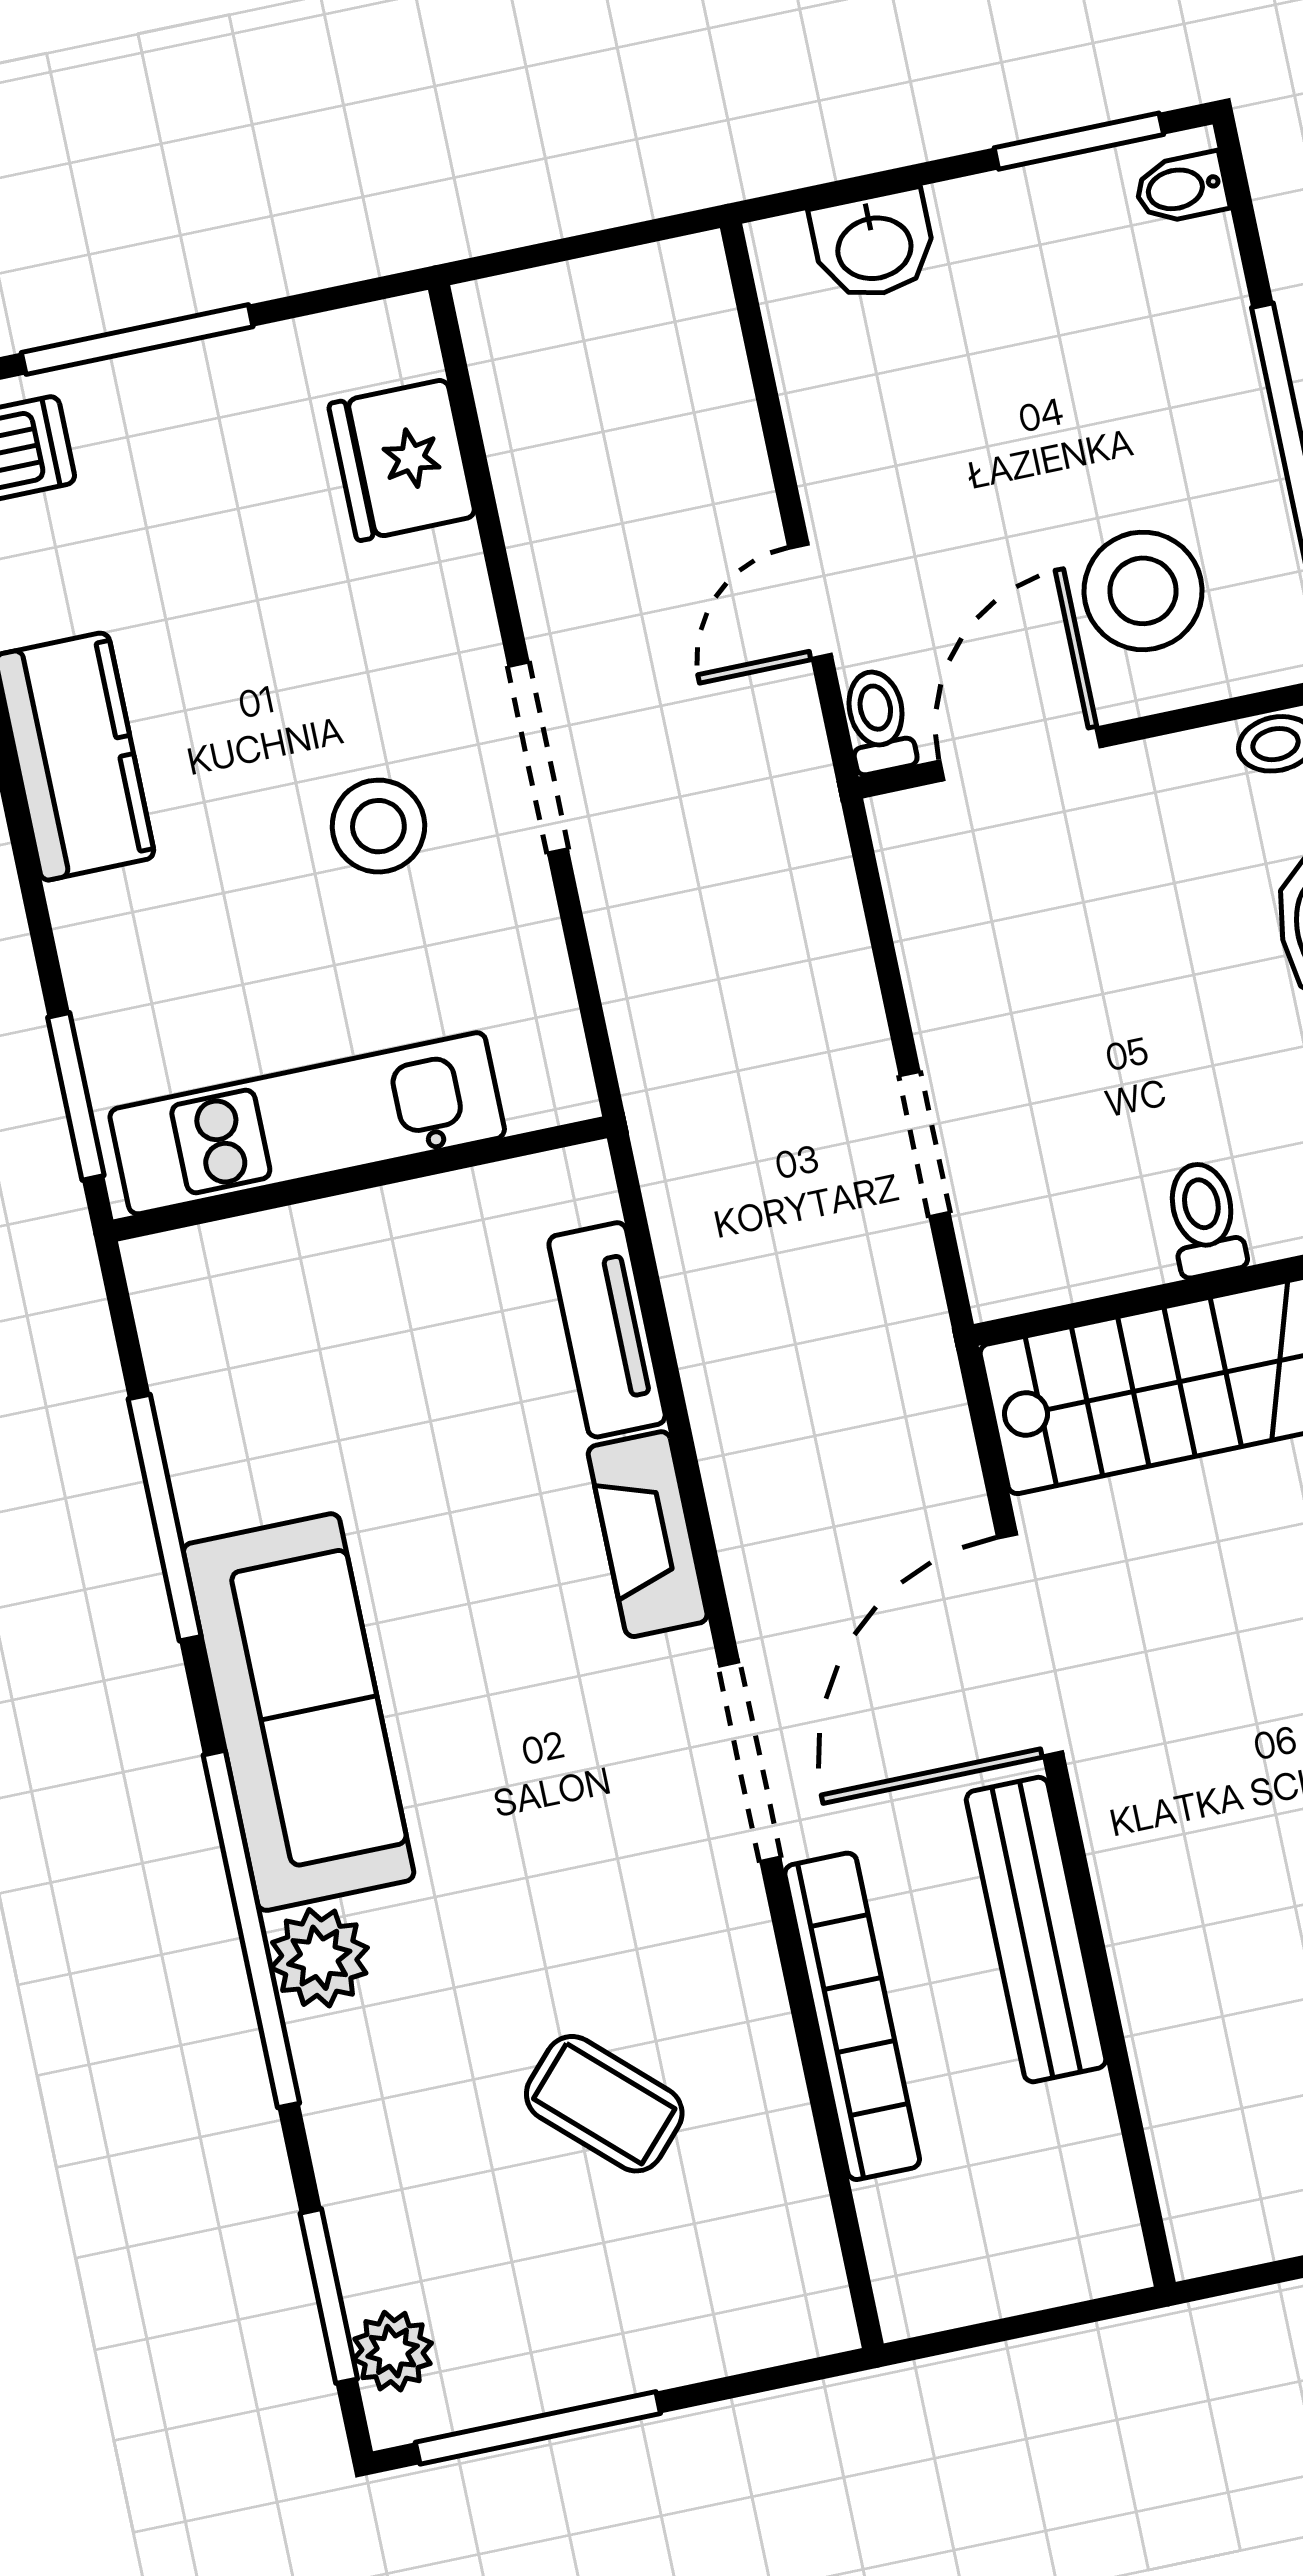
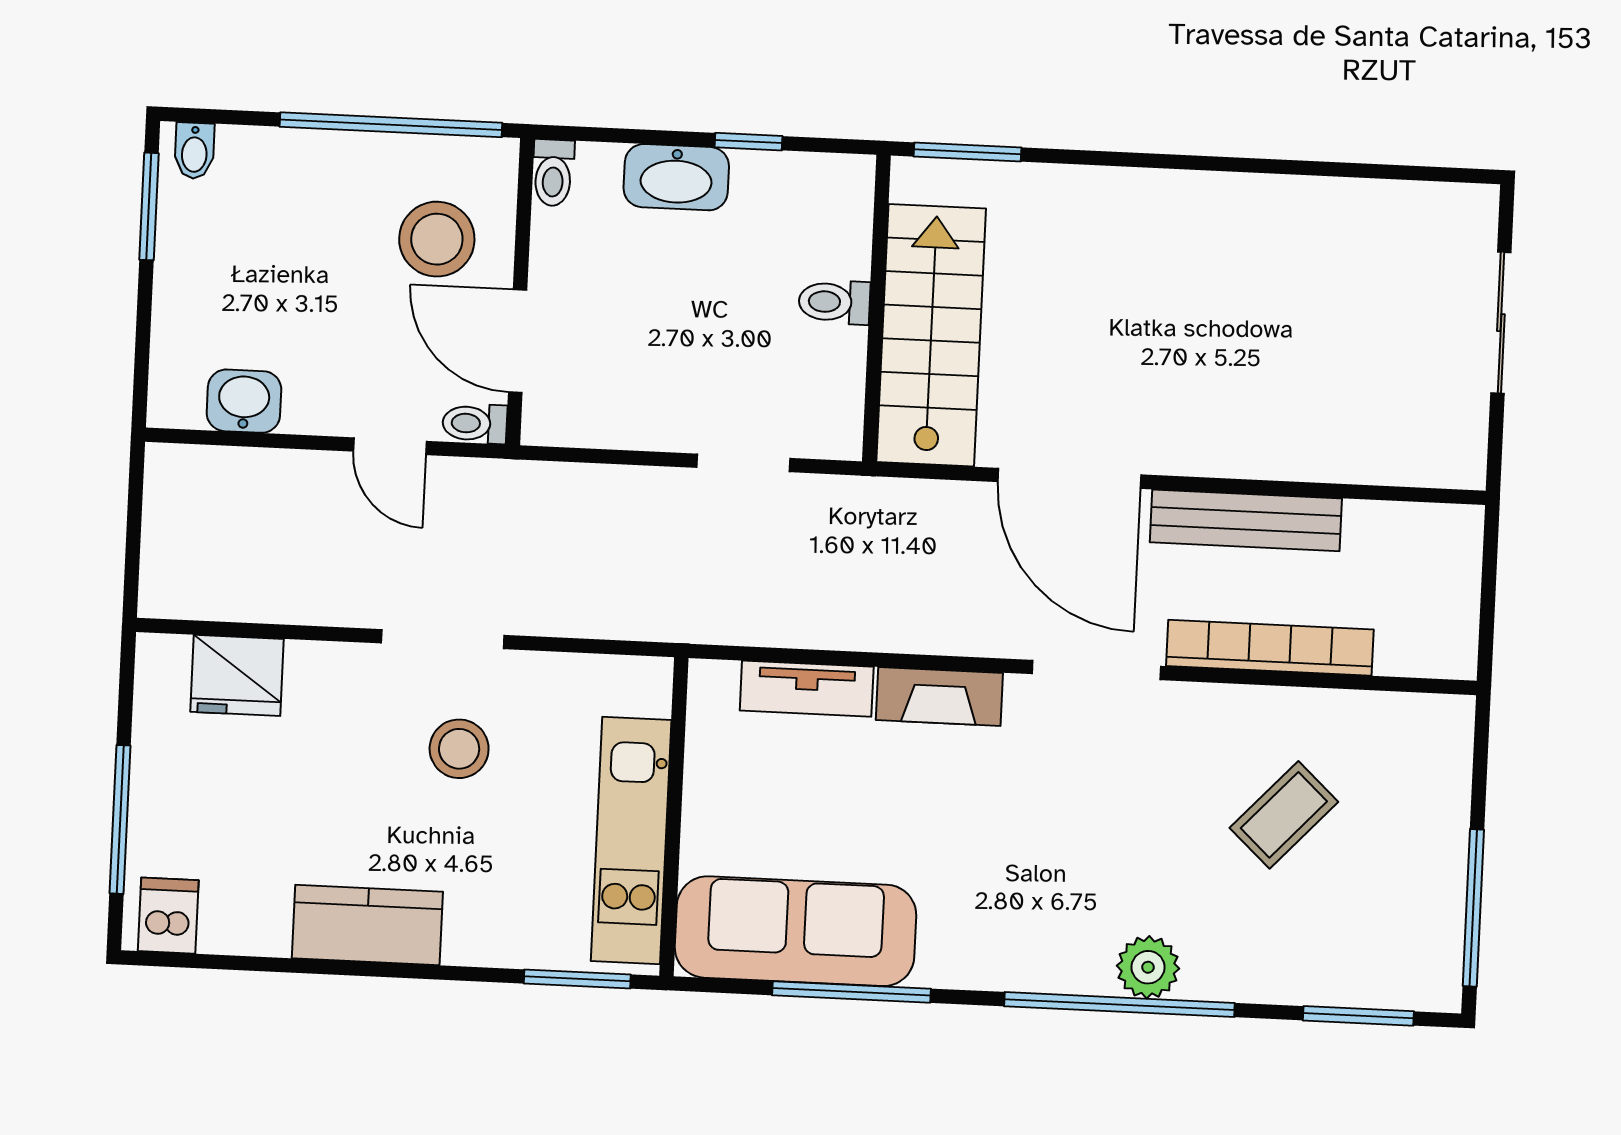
washbasin: (874, 245) -> (244, 401), moved, turned -90
sofa: (299, 1712) -> (796, 931), moved
plant: (393, 2351) -> (1403, 985), removed

